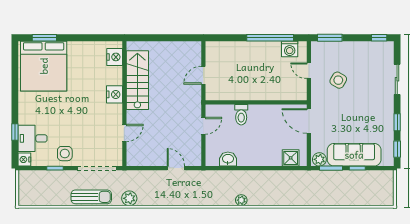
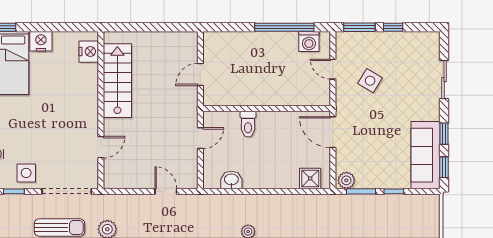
window: (379, 38) -> (393, 27), moved
nightstand: (114, 94) -> (41, 41), moved, turned -90
sofa: (354, 155) -> (426, 155), moved, turned -90

